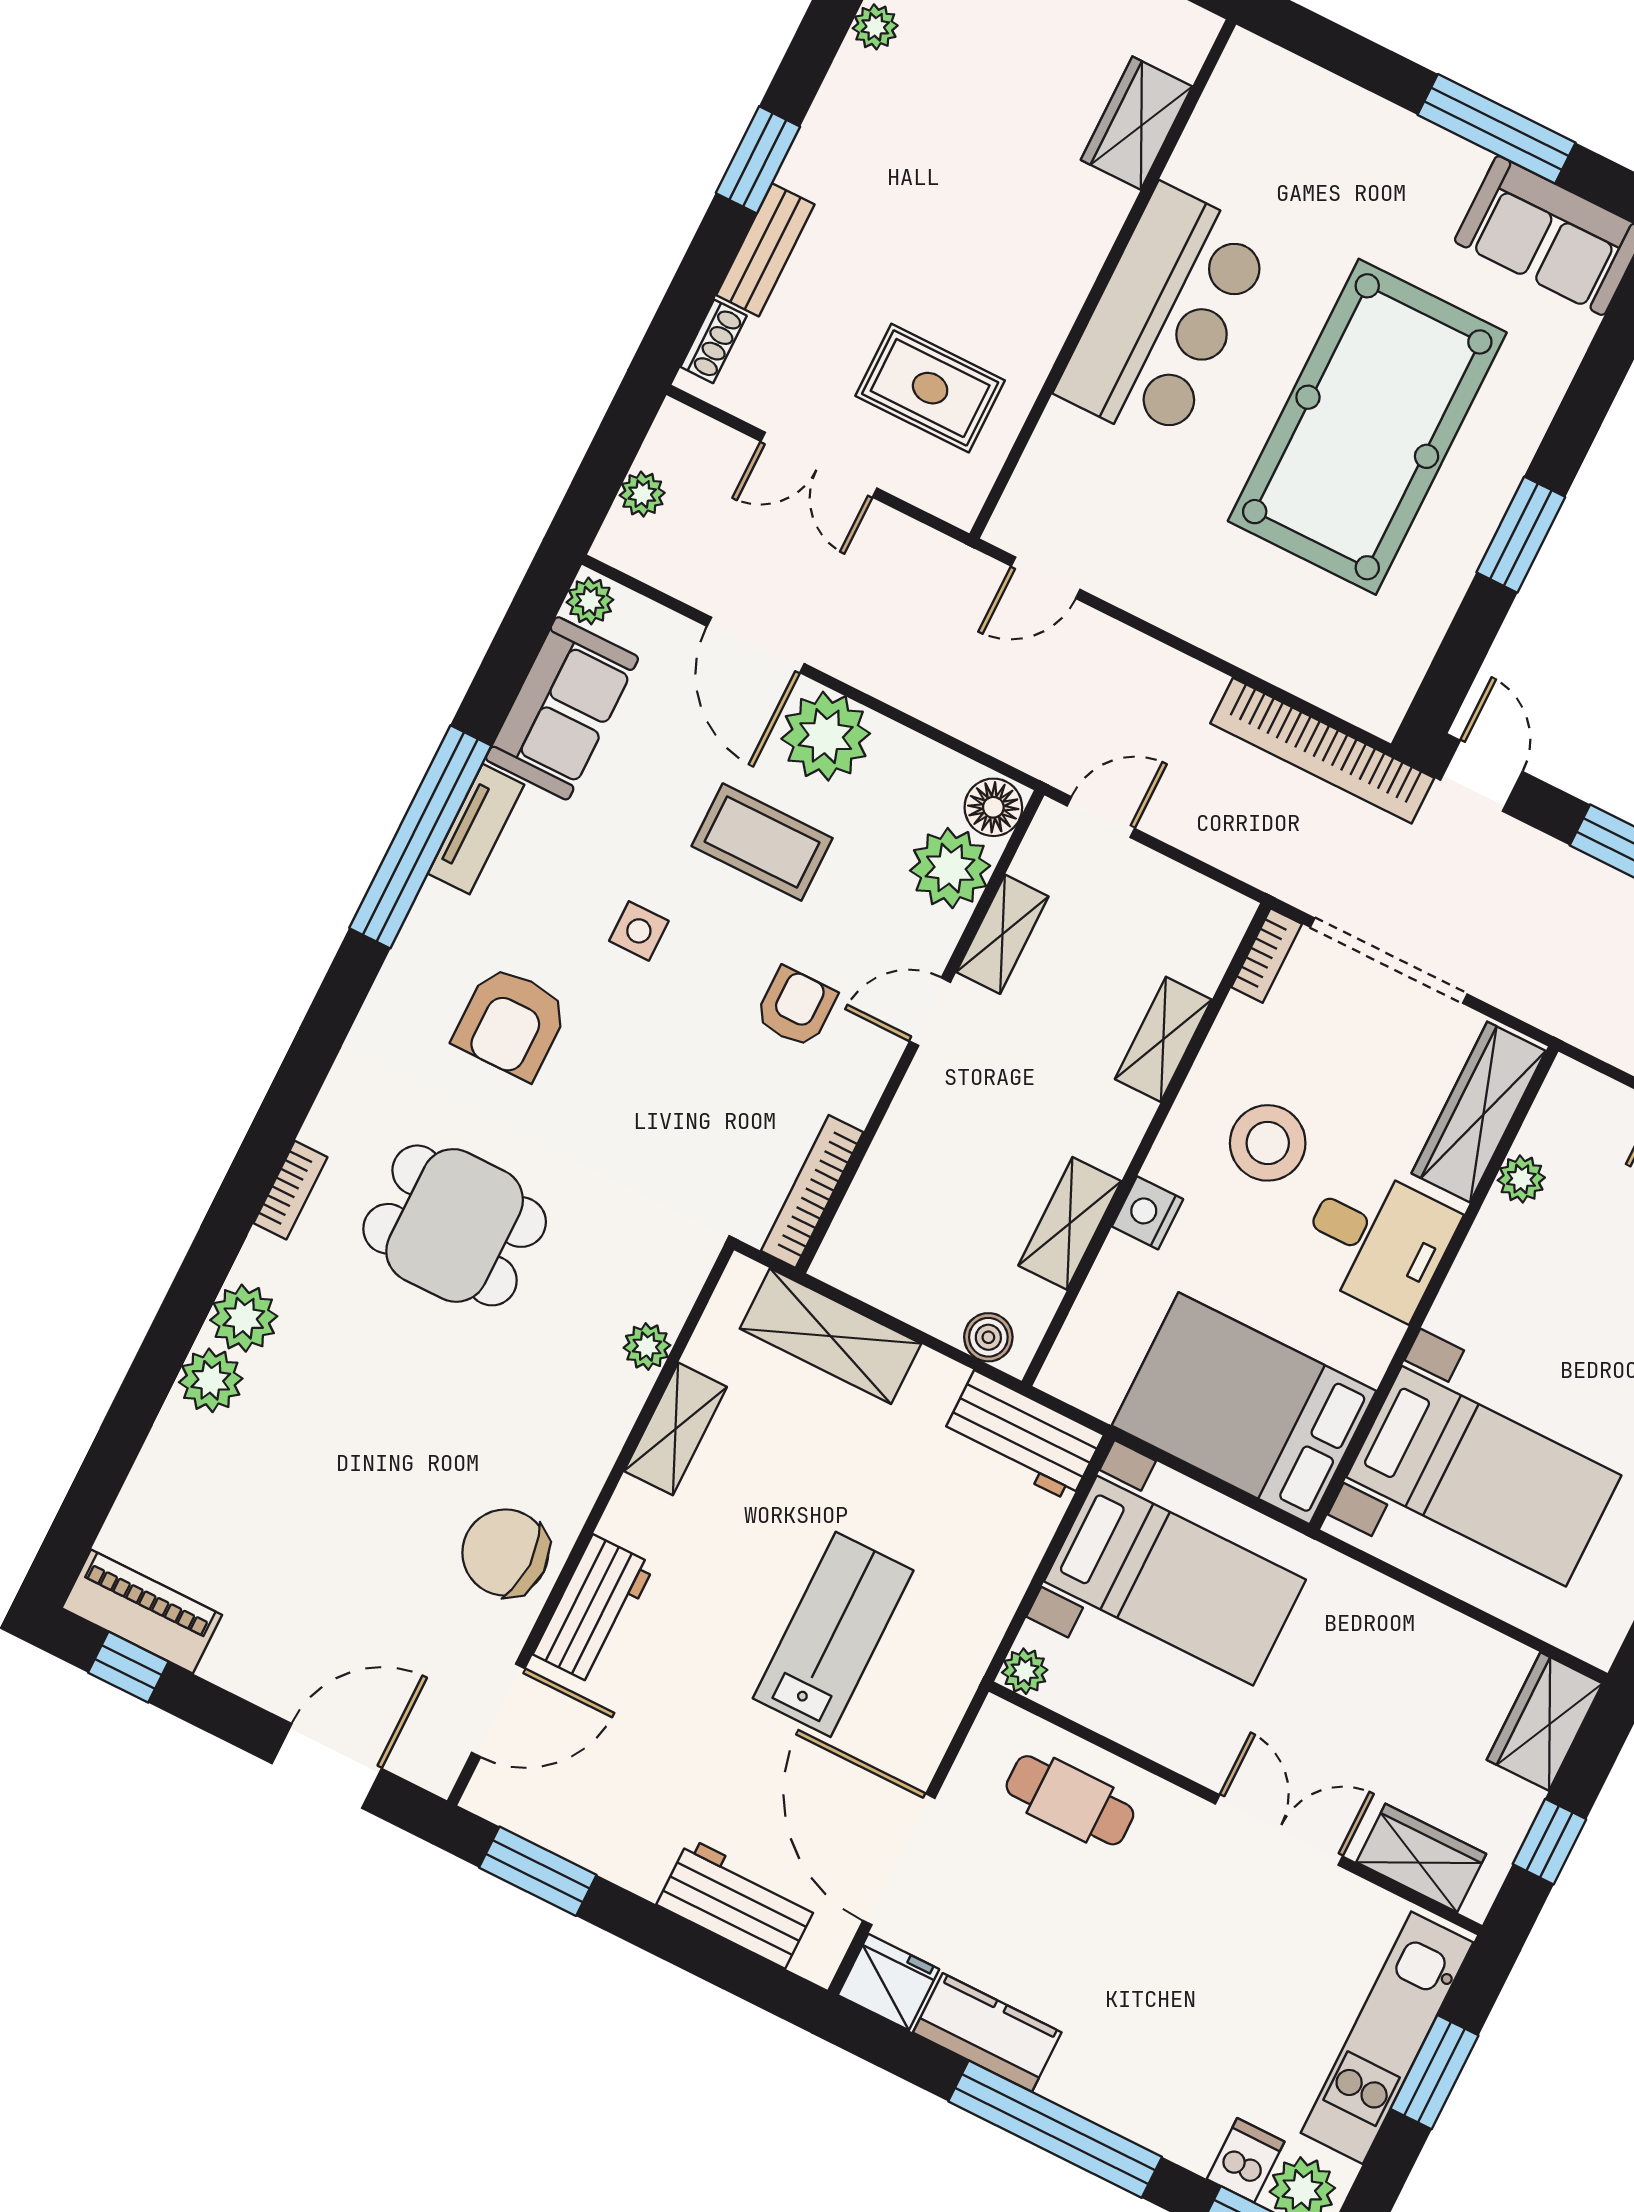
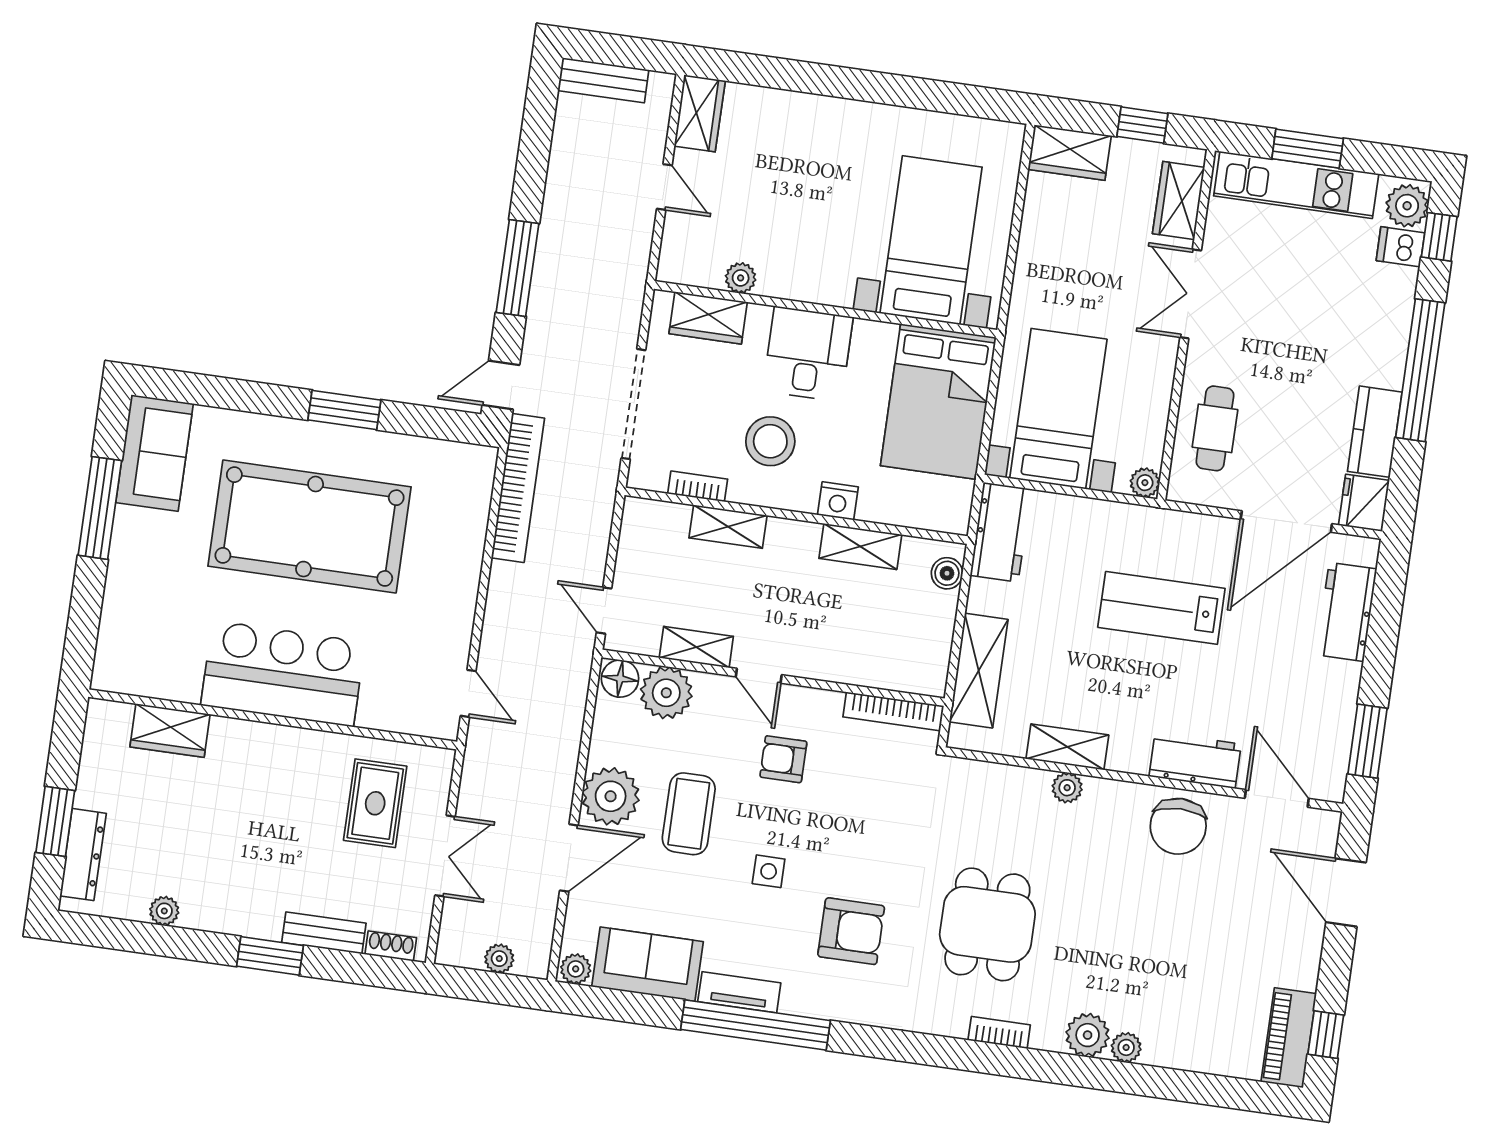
bookcase: (1267, 955) -> (698, 486), moved
wardrobe: (1479, 1112) -> (708, 318), width x0.67
plant: (647, 1346) -> (1067, 788), moved
plant: (211, 1380) -> (1126, 1047), width x0.73, depth x0.73

